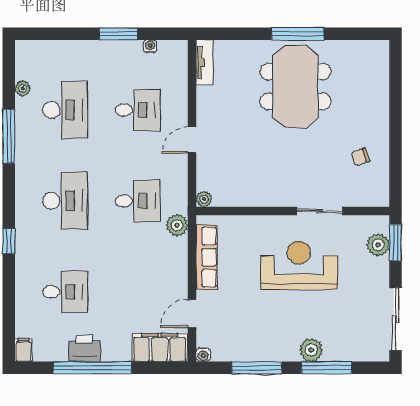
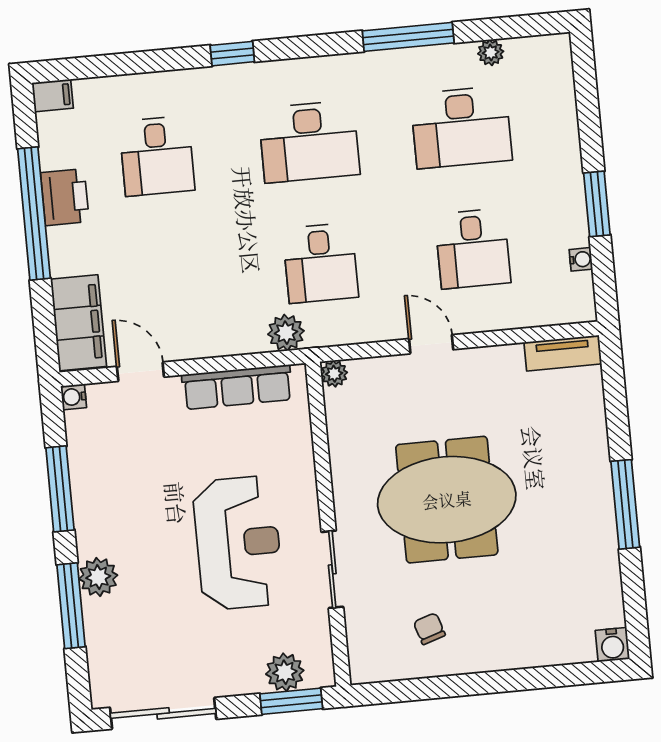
water cooler: (380, 49) -> (612, 645), added
meeting table: (295, 87) -> (447, 500), moved

